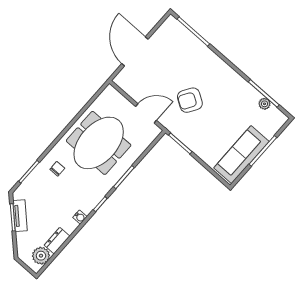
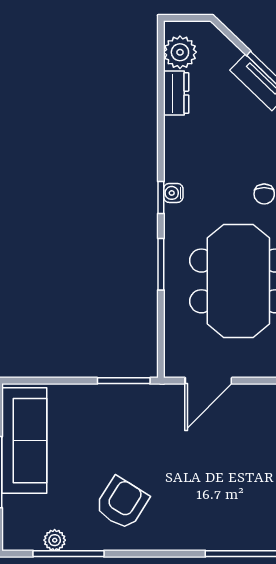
armchair: (190, 100) -> (122, 503), moved
water cooler: (80, 217) -> (173, 193), moved

